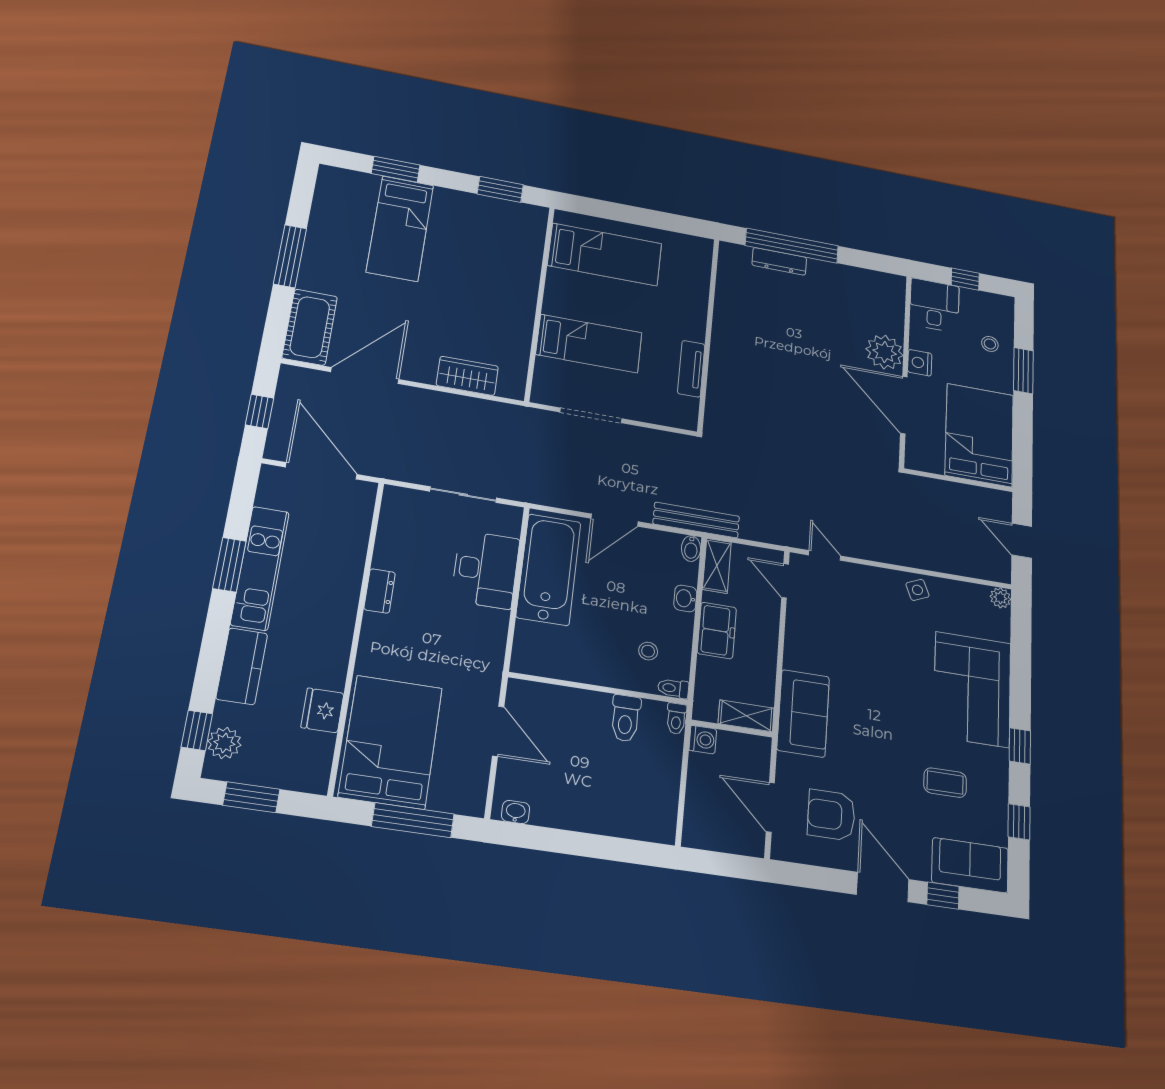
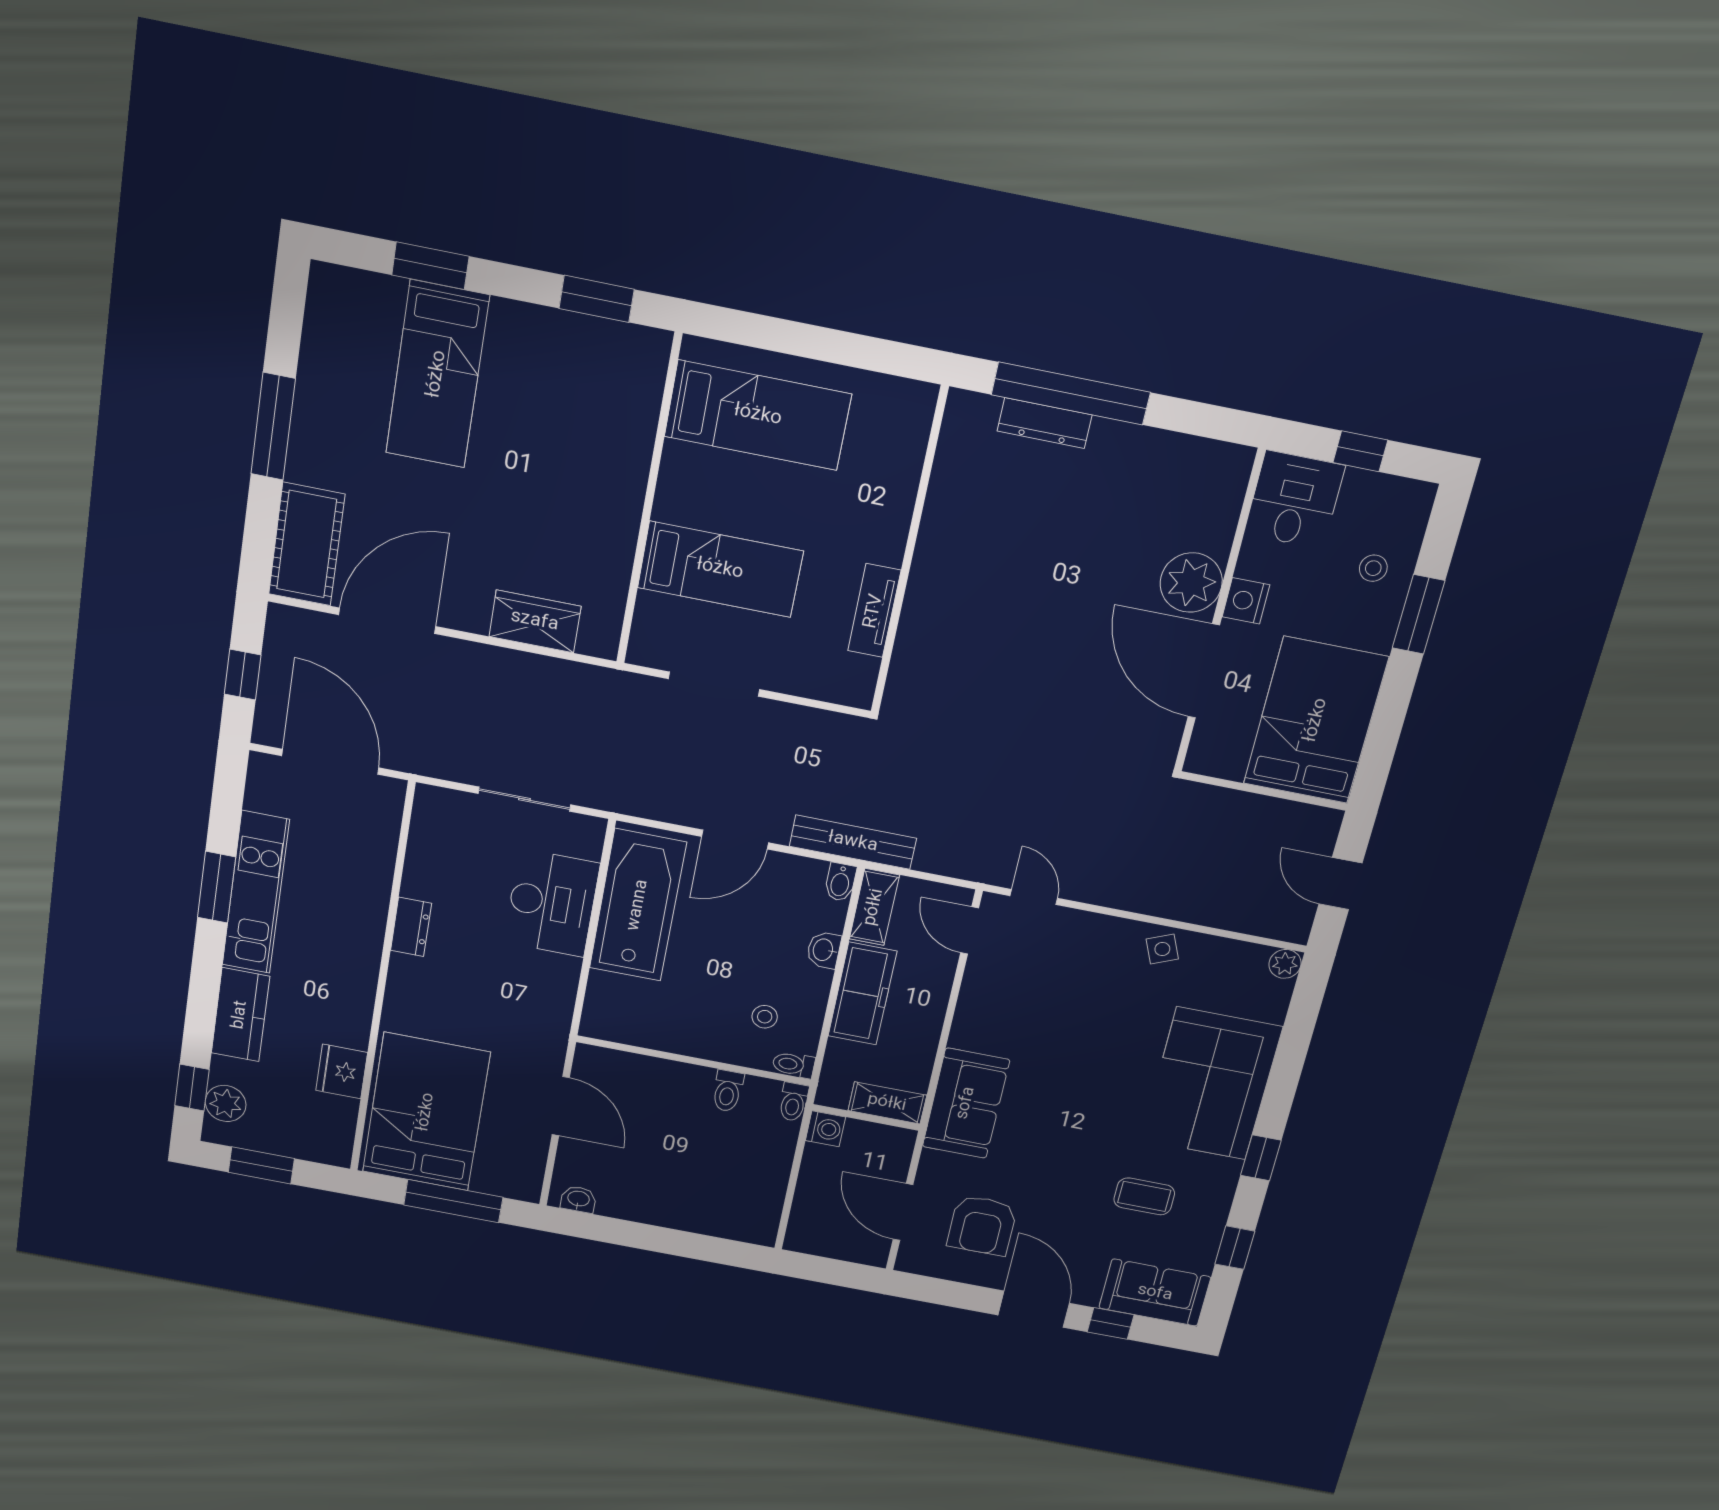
freezer: (717, 630) -> (862, 994), width x1.40
toilet: (625, 718) -> (728, 1091), width x0.73, depth x0.72
armchair: (831, 815) -> (982, 1225), turned -90

